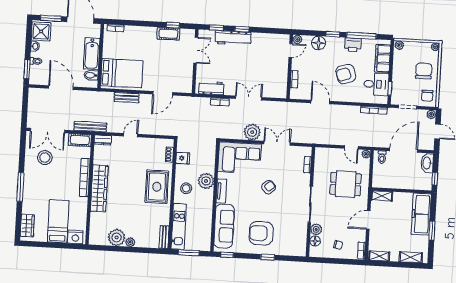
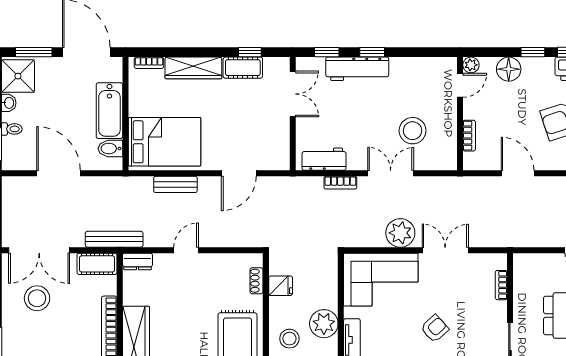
wardrobe: (140, 32) -> (193, 68), added
stool: (262, 75) -> (413, 131), added

